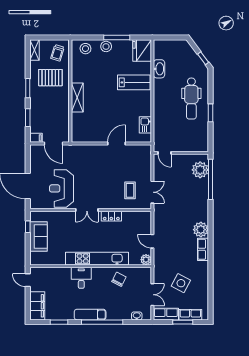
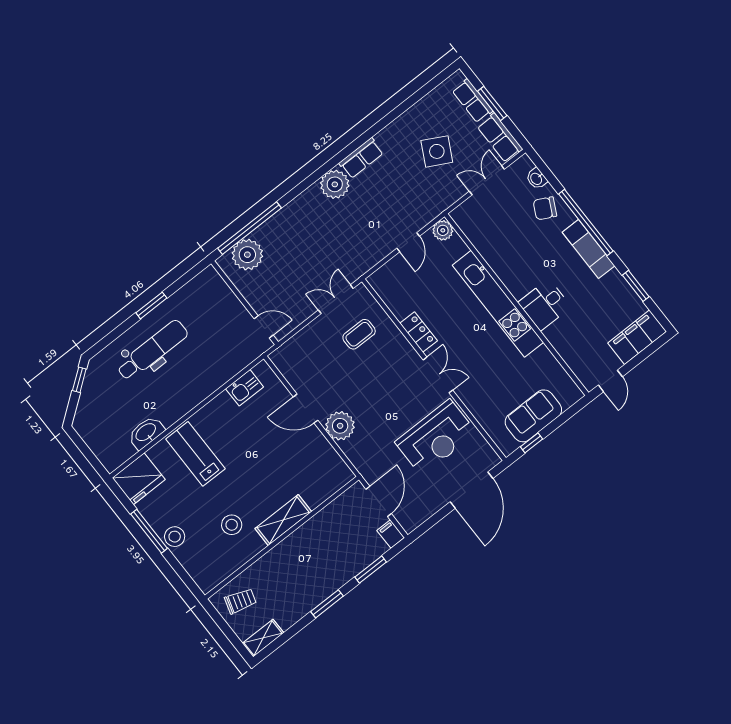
stool: (85, 49) -> (232, 525), moved
pallet: (50, 78) -> (285, 583), removed
plant: (98, 152) -> (340, 426), added
door: (165, 153) -> (264, 327), hinge flipped
chair: (119, 279) -> (545, 208), moved

